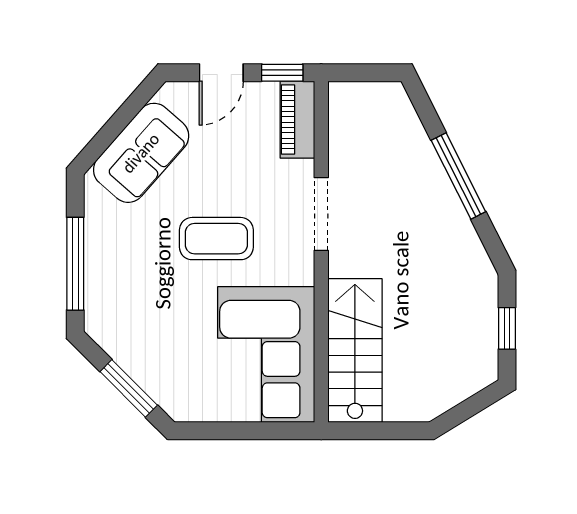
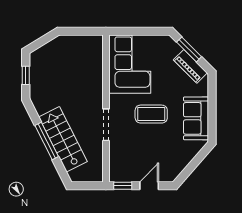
piano: (297, 120) -> (190, 66), moved, turned 135
sofa: (141, 153) -> (196, 118), moved, turned -41
window: (75, 264) -> (212, 103), removed
stairs: (355, 351) -> (63, 139), moved, turned 153

